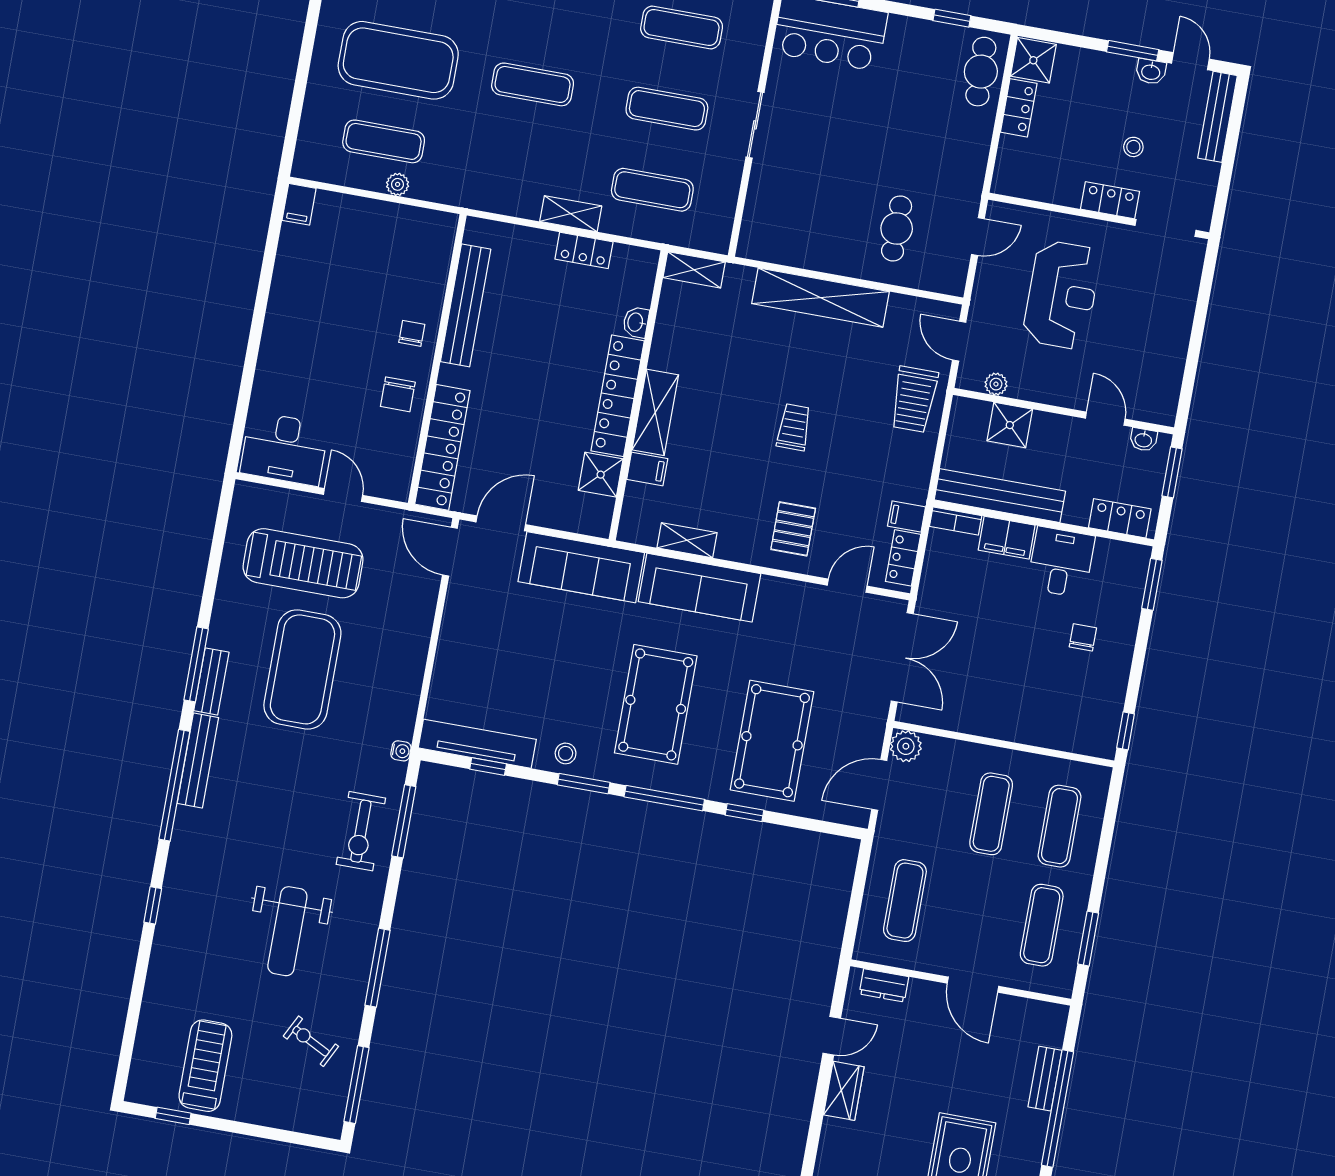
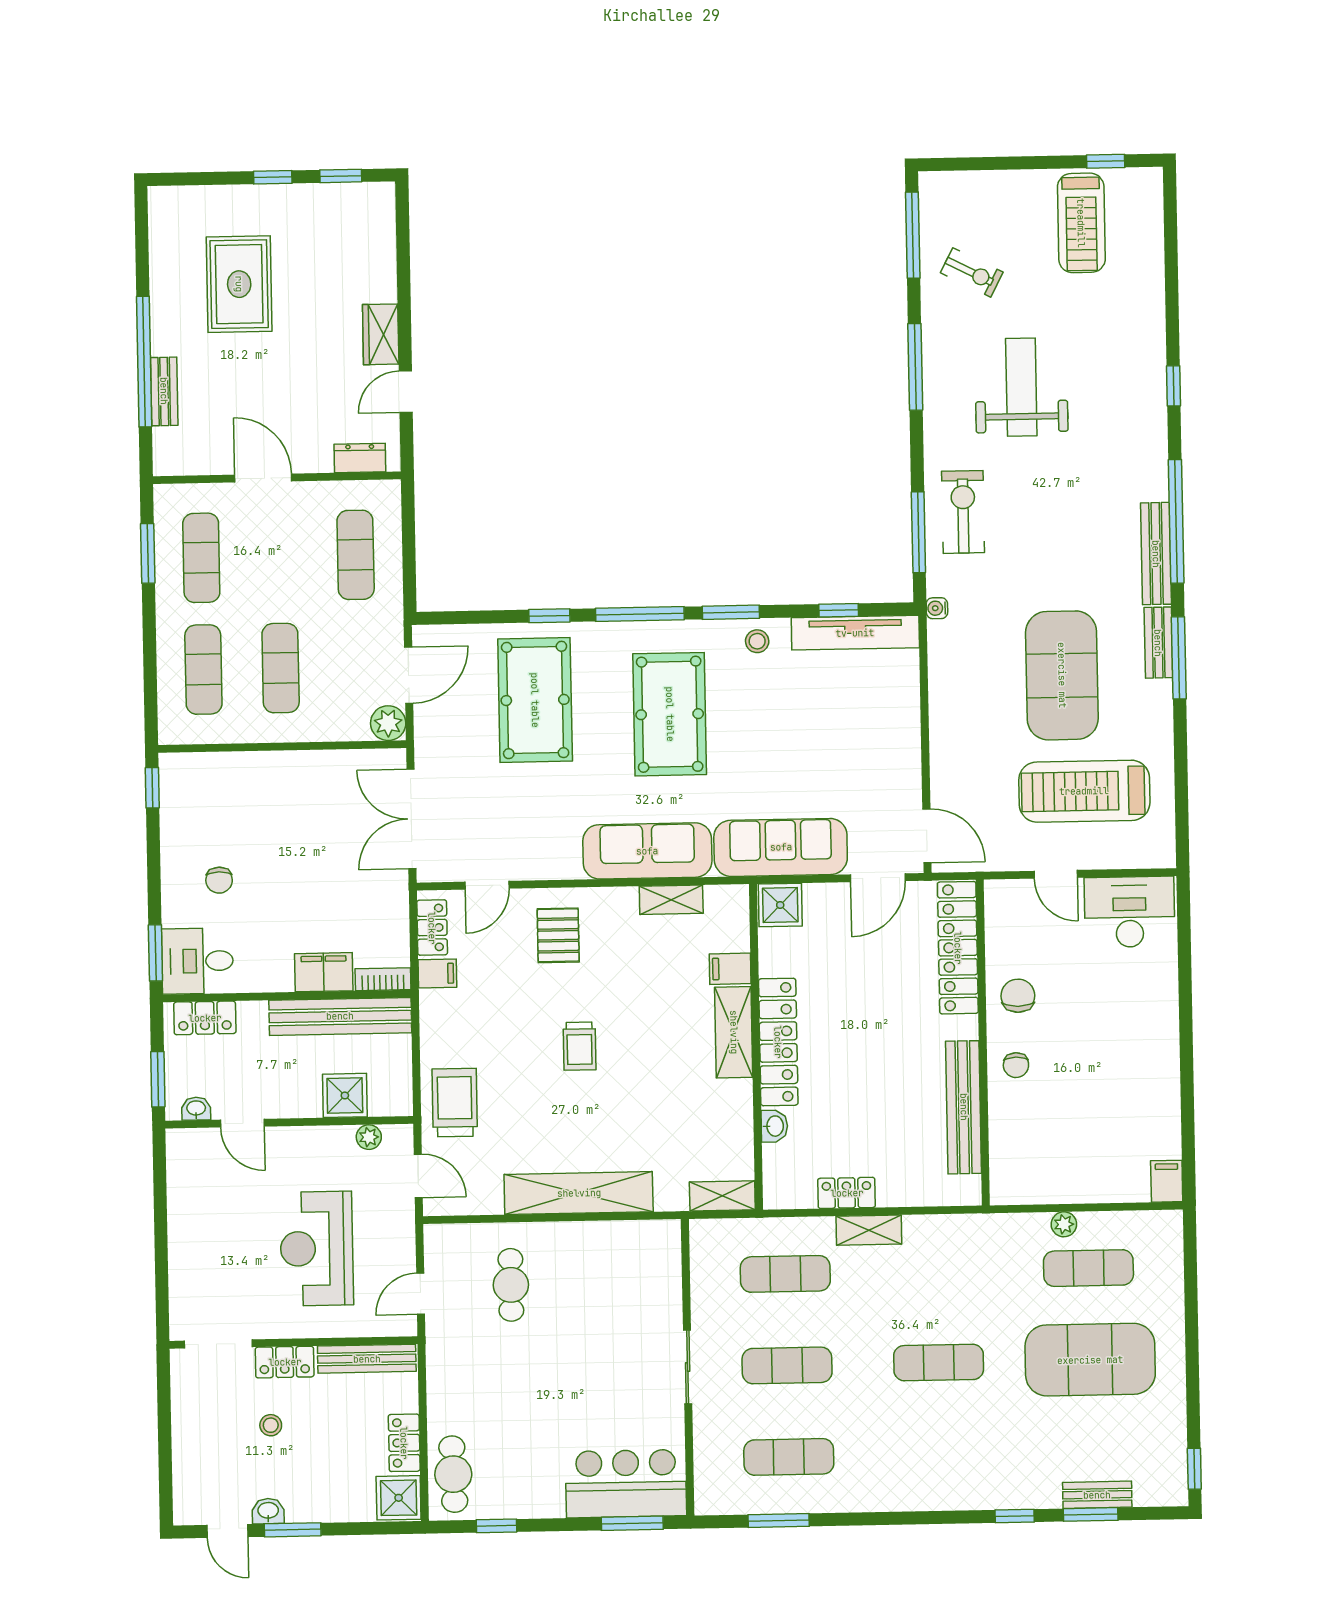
bench: (1218, 117) -> (367, 1359), moved, turned 90
shower: (601, 475) -> (780, 905), moved
desk: (1061, 562) -> (197, 961), moved, turned 90

